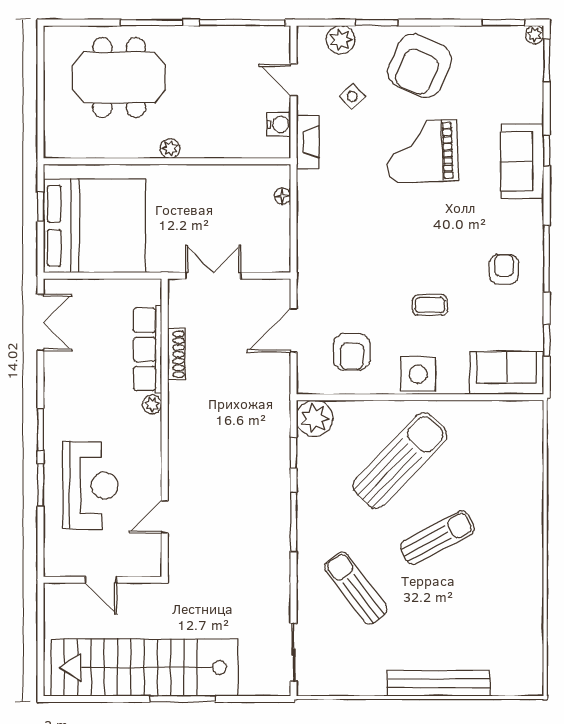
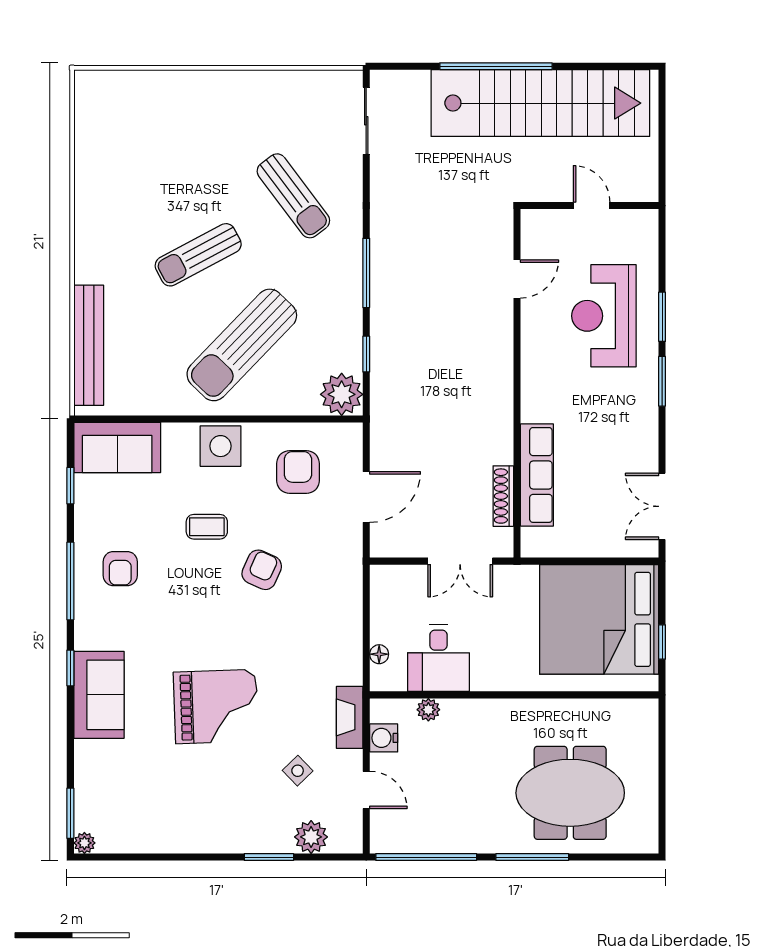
window: (503, 23) -> (121, 857), removed
armchair: (420, 66) -> (262, 570), moved, width x0.53, depth x0.53
plant: (170, 149) -> (428, 710), moved
window: (547, 151) -> (70, 668), moved
desk: (232, 193) -> (439, 658), added
shoe rack: (176, 354) -> (503, 496), moved
plant: (152, 404) -> (532, 411), removed
bench: (438, 683) -> (89, 345), moved, turned 90
window: (183, 699) -> (496, 66), width x1.46

